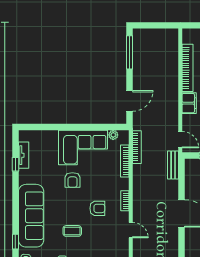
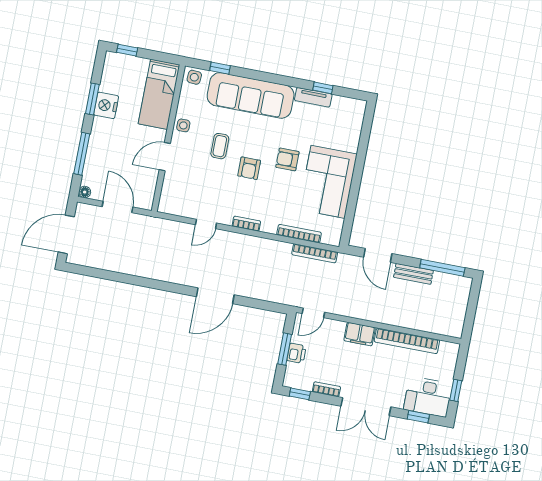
plant: (113, 135) -> (337, 225), removed
tv unit: (24, 155) -> (313, 97), moved
bench: (173, 165) -> (413, 274), moved
armchair: (97, 208) -> (249, 168), moved

